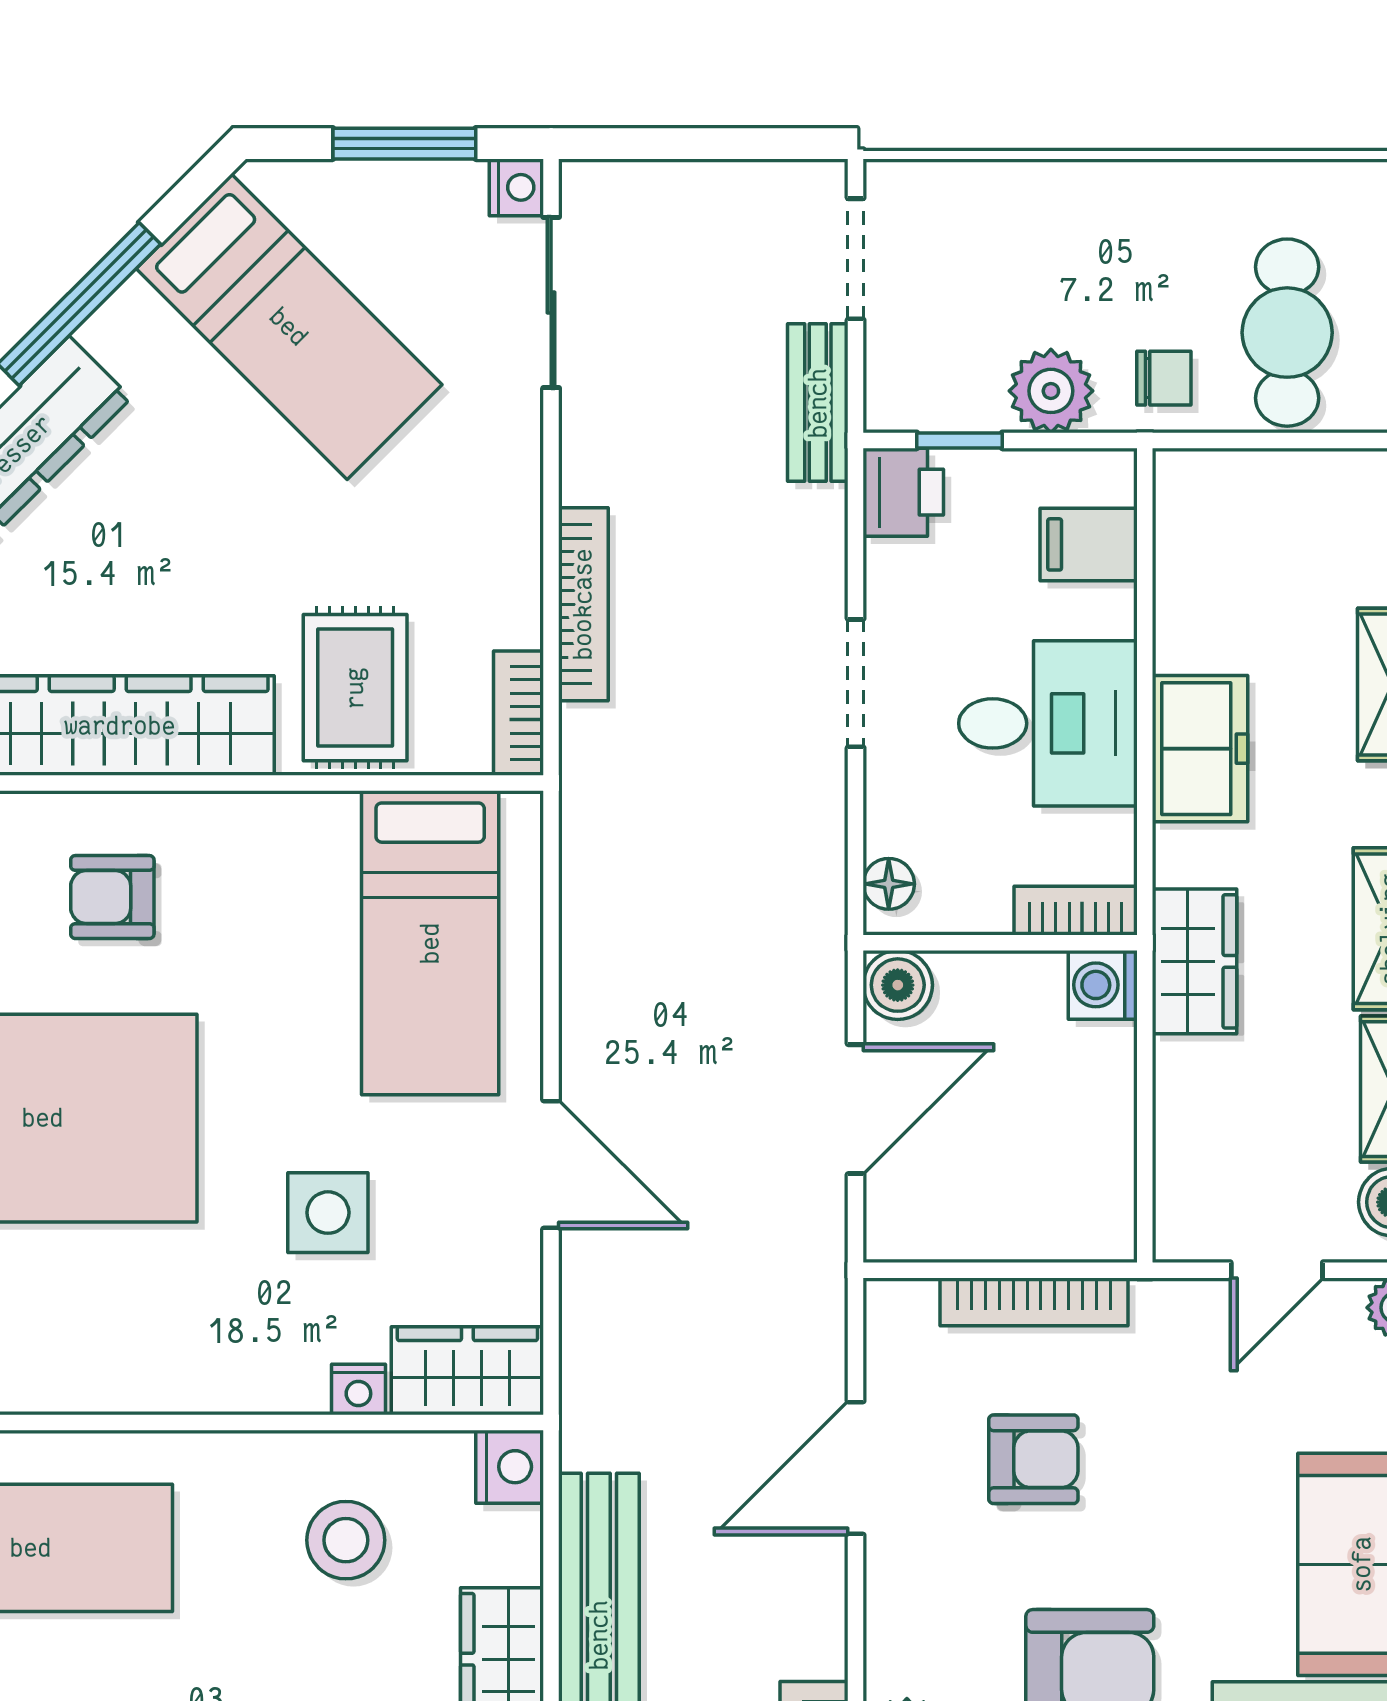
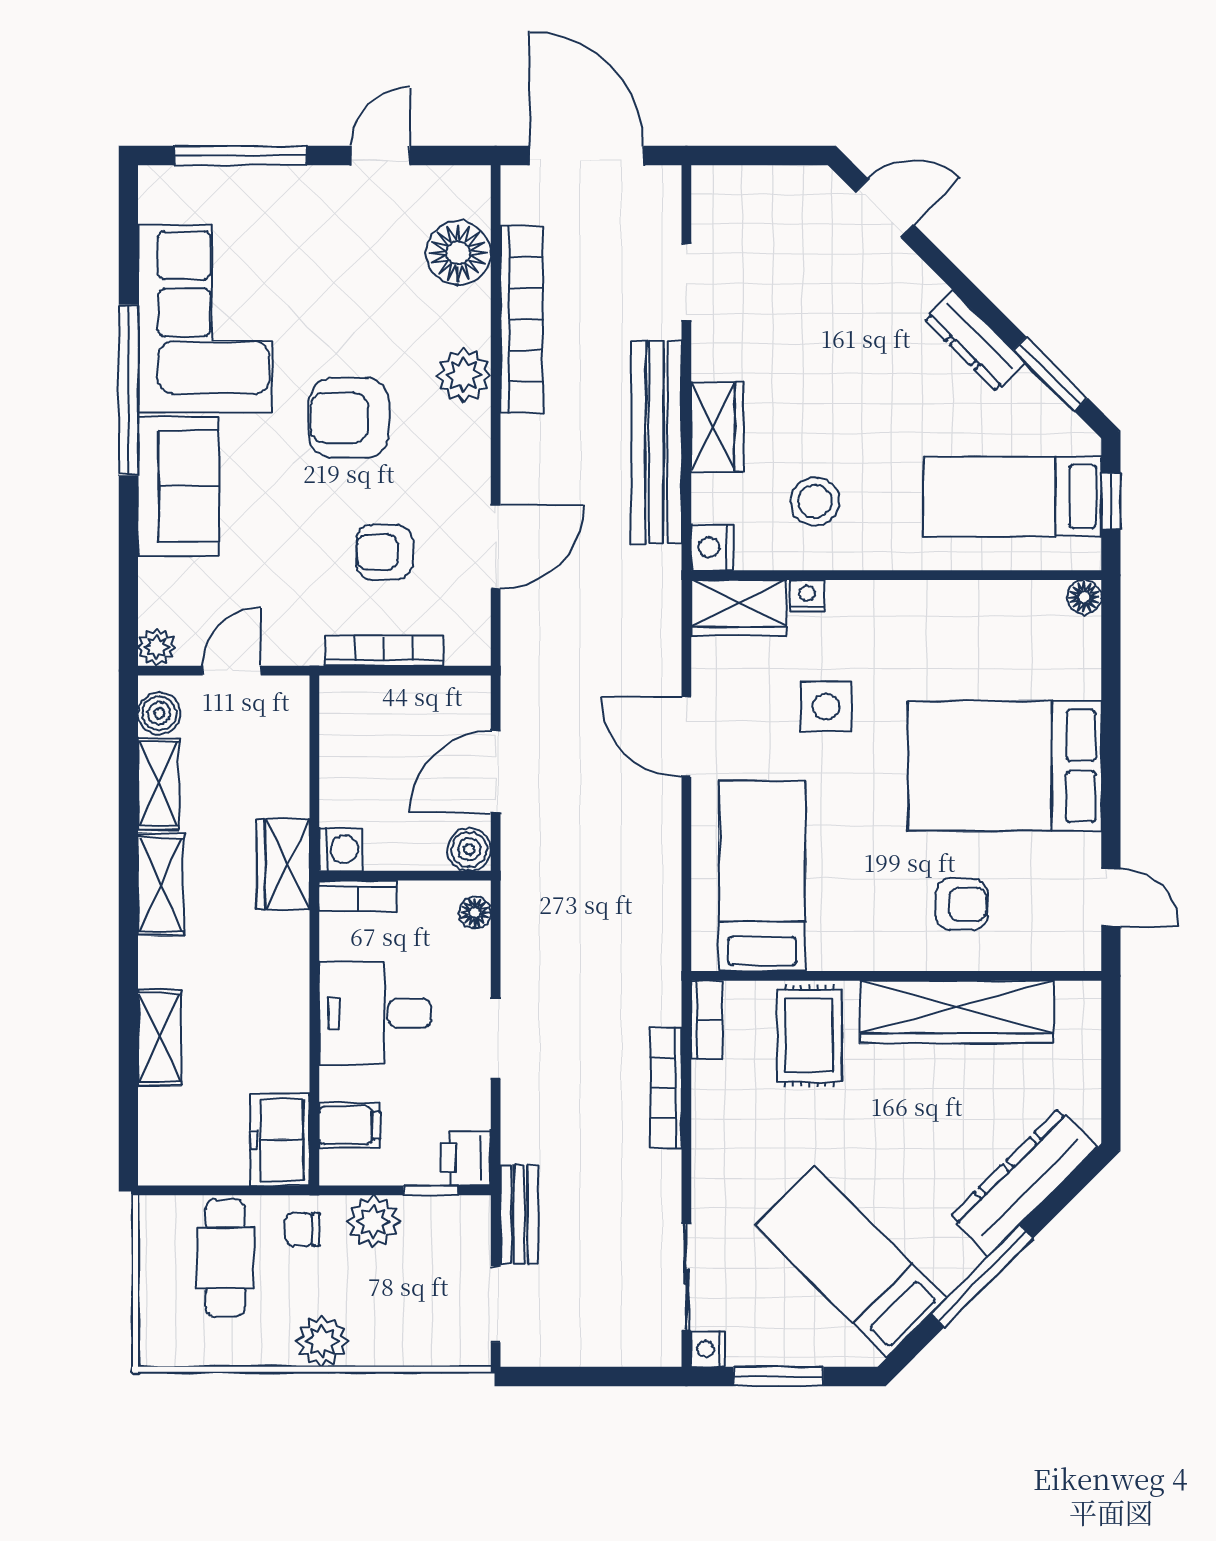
plant: (1133, 200) -> (322, 1341), added
freezer: (1200, 749) -> (280, 1140), moved

